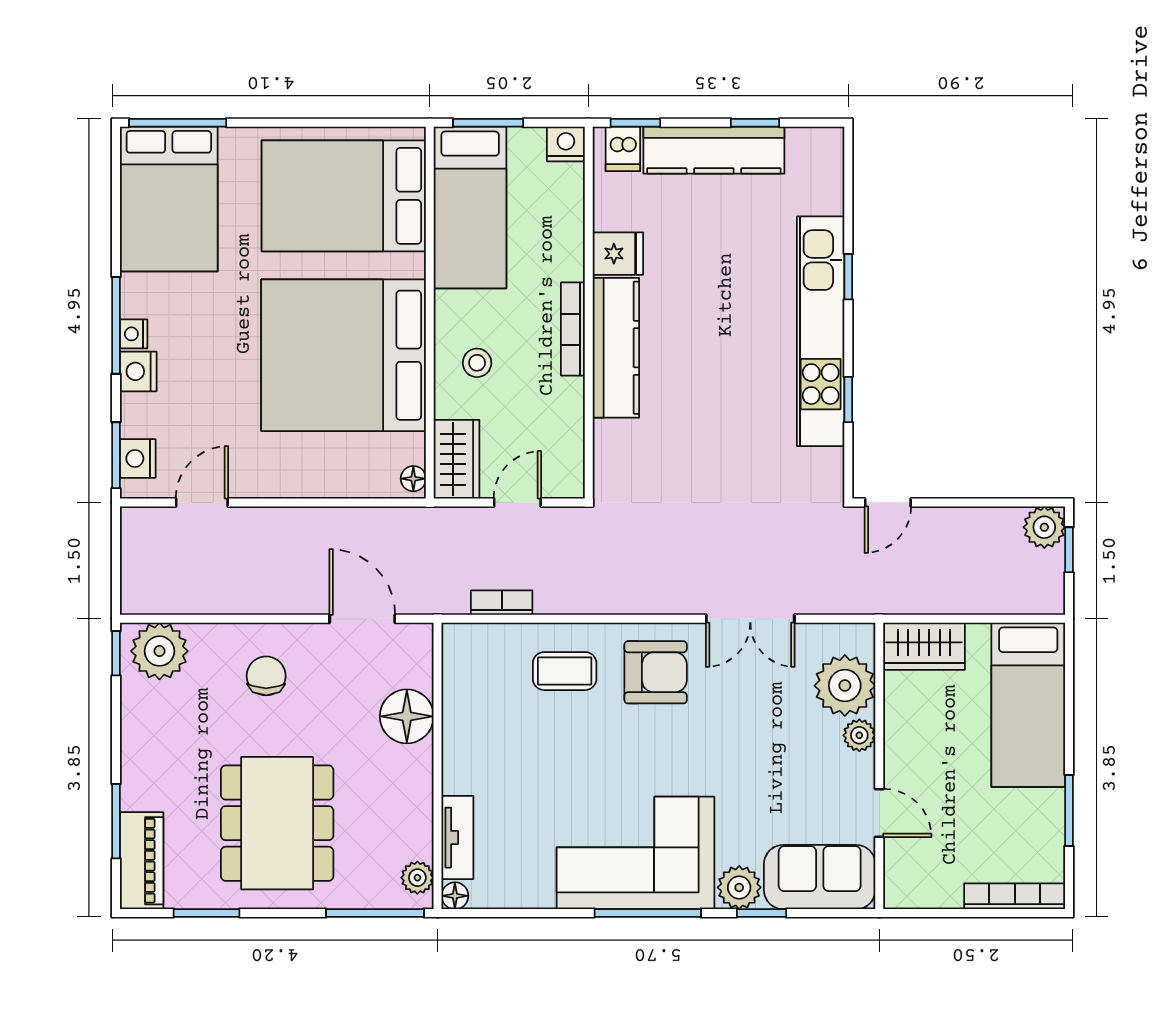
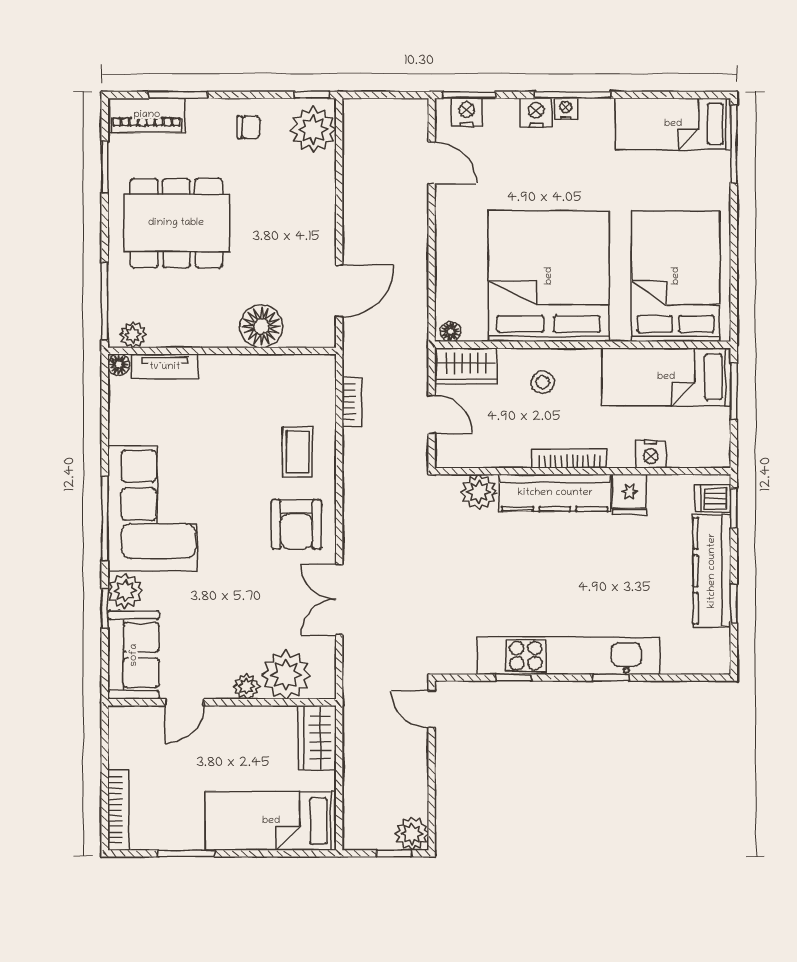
nightstand: (566, 144) -> (651, 454), moved, turned 90
bed: (169, 199) -> (673, 124), width x0.67
plant: (615, 443) -> (479, 492), added
chair: (266, 676) -> (249, 127), moved, width x0.73, depth x0.73

